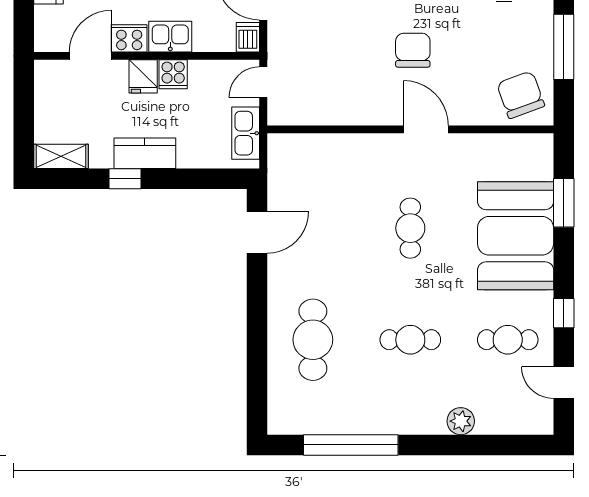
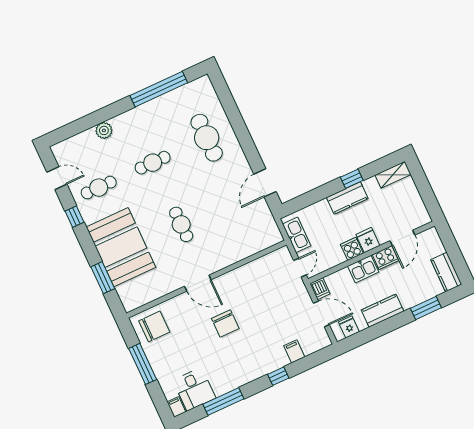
chair: (521, 95) -> (154, 326), turned -70

